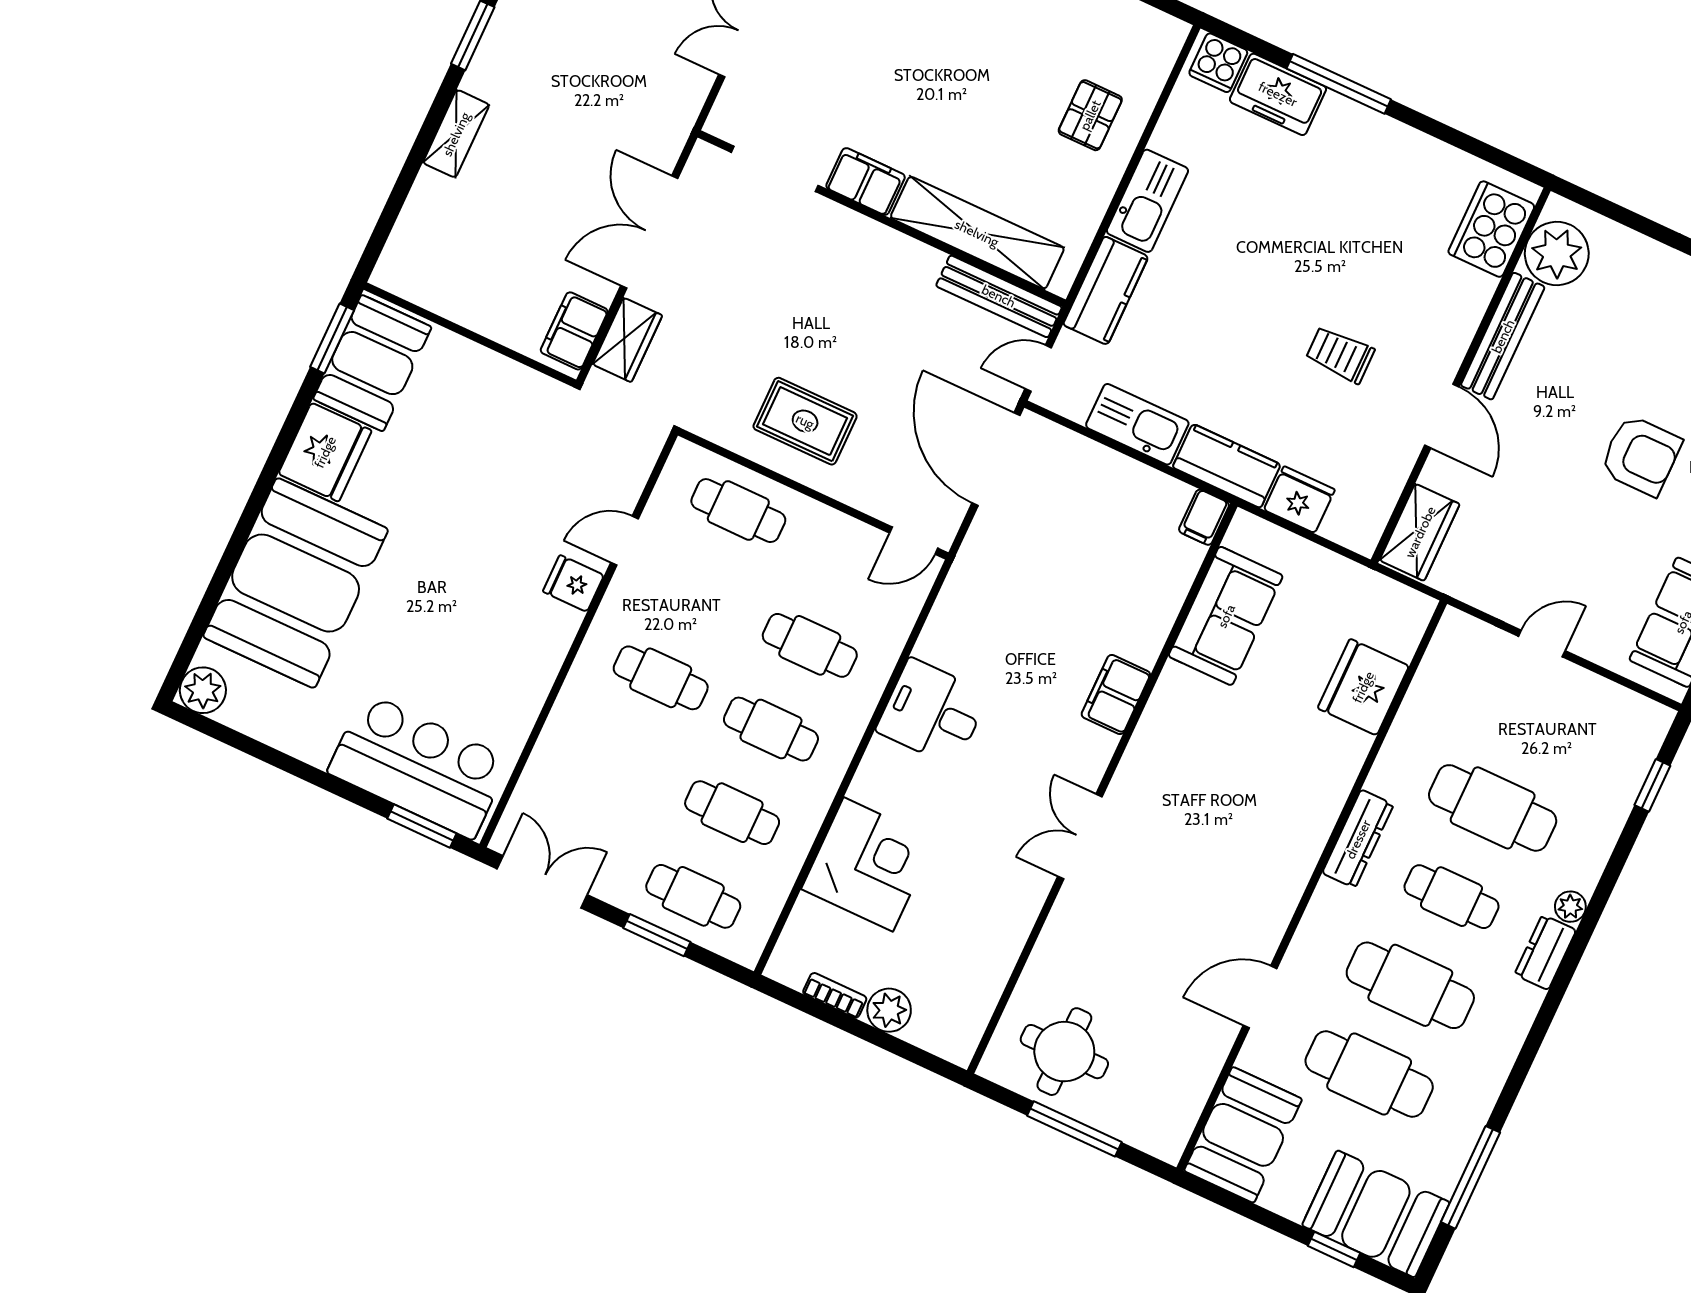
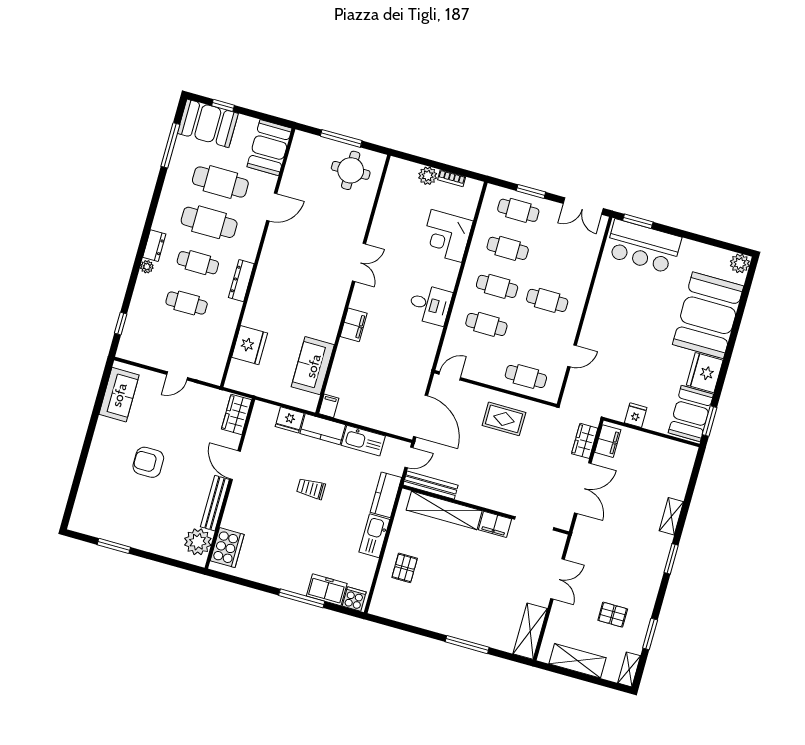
trolley: (1340, 355) -> (311, 489), moved, turned 180
fridge: (573, 583) -> (636, 415), moved, turned -90
cafe table: (1493, 808) -> (187, 303), width x0.73, depth x0.74

